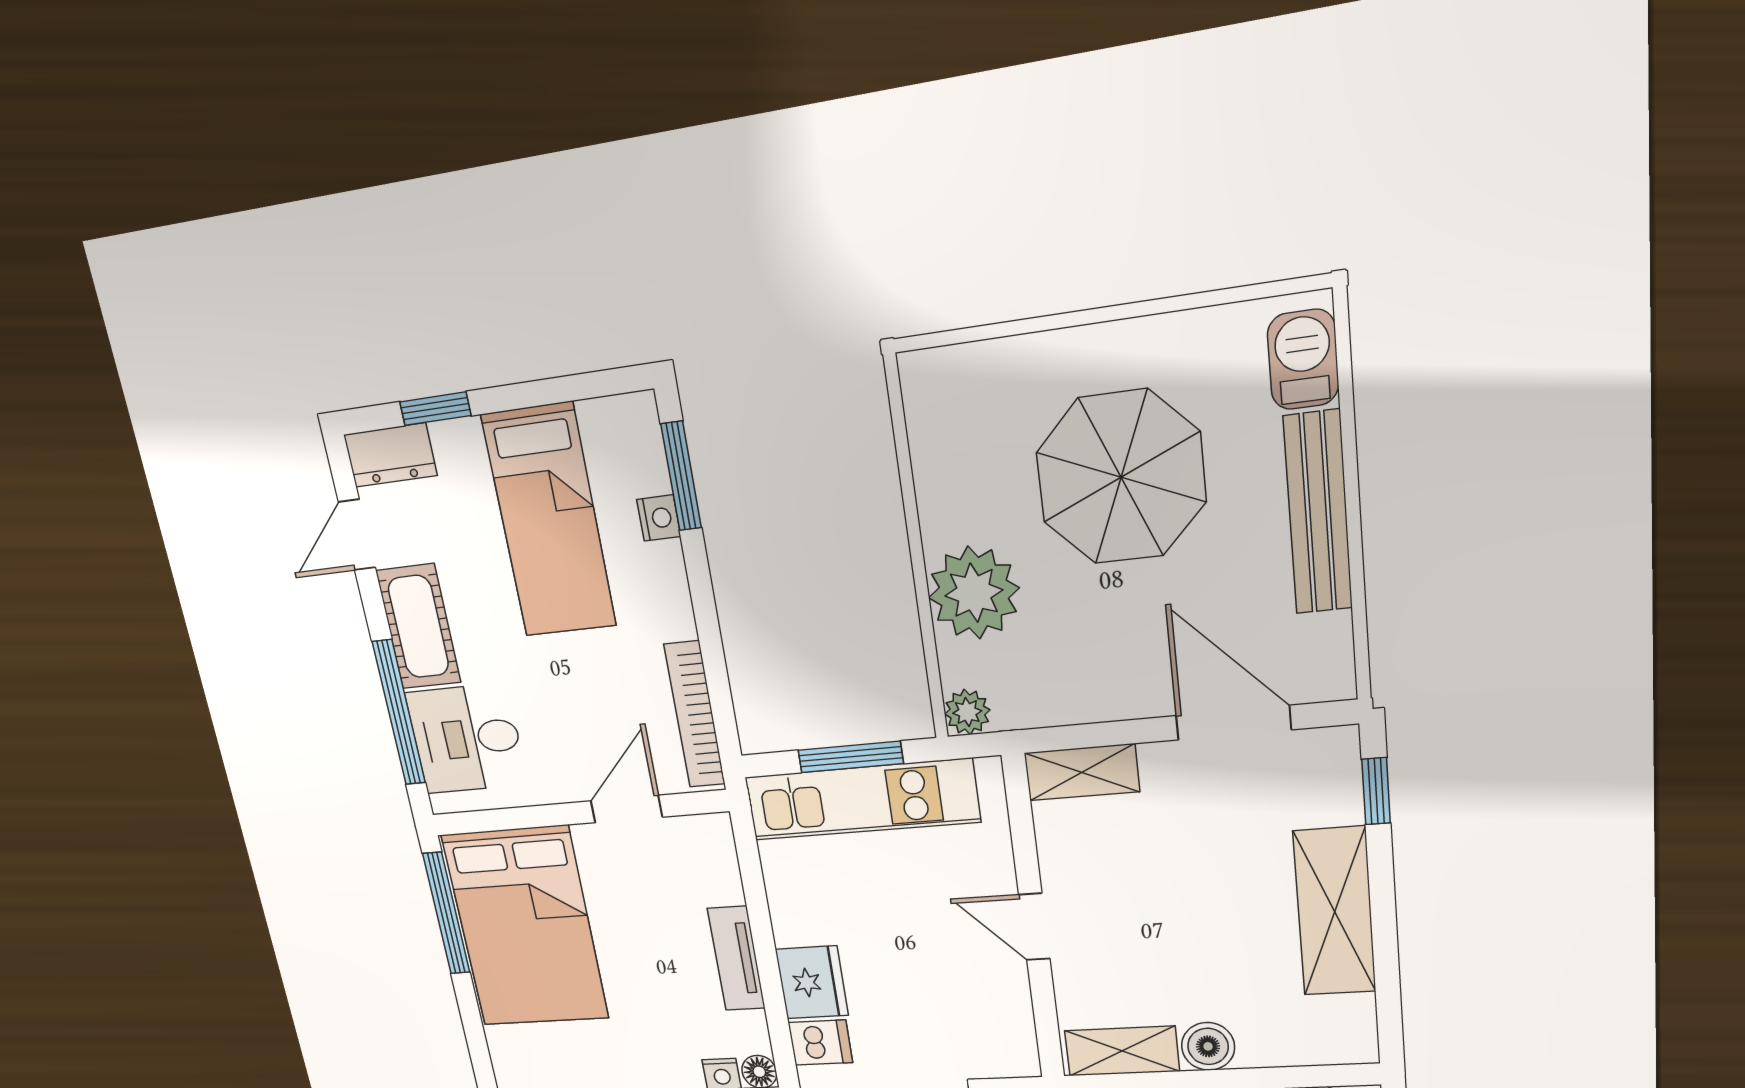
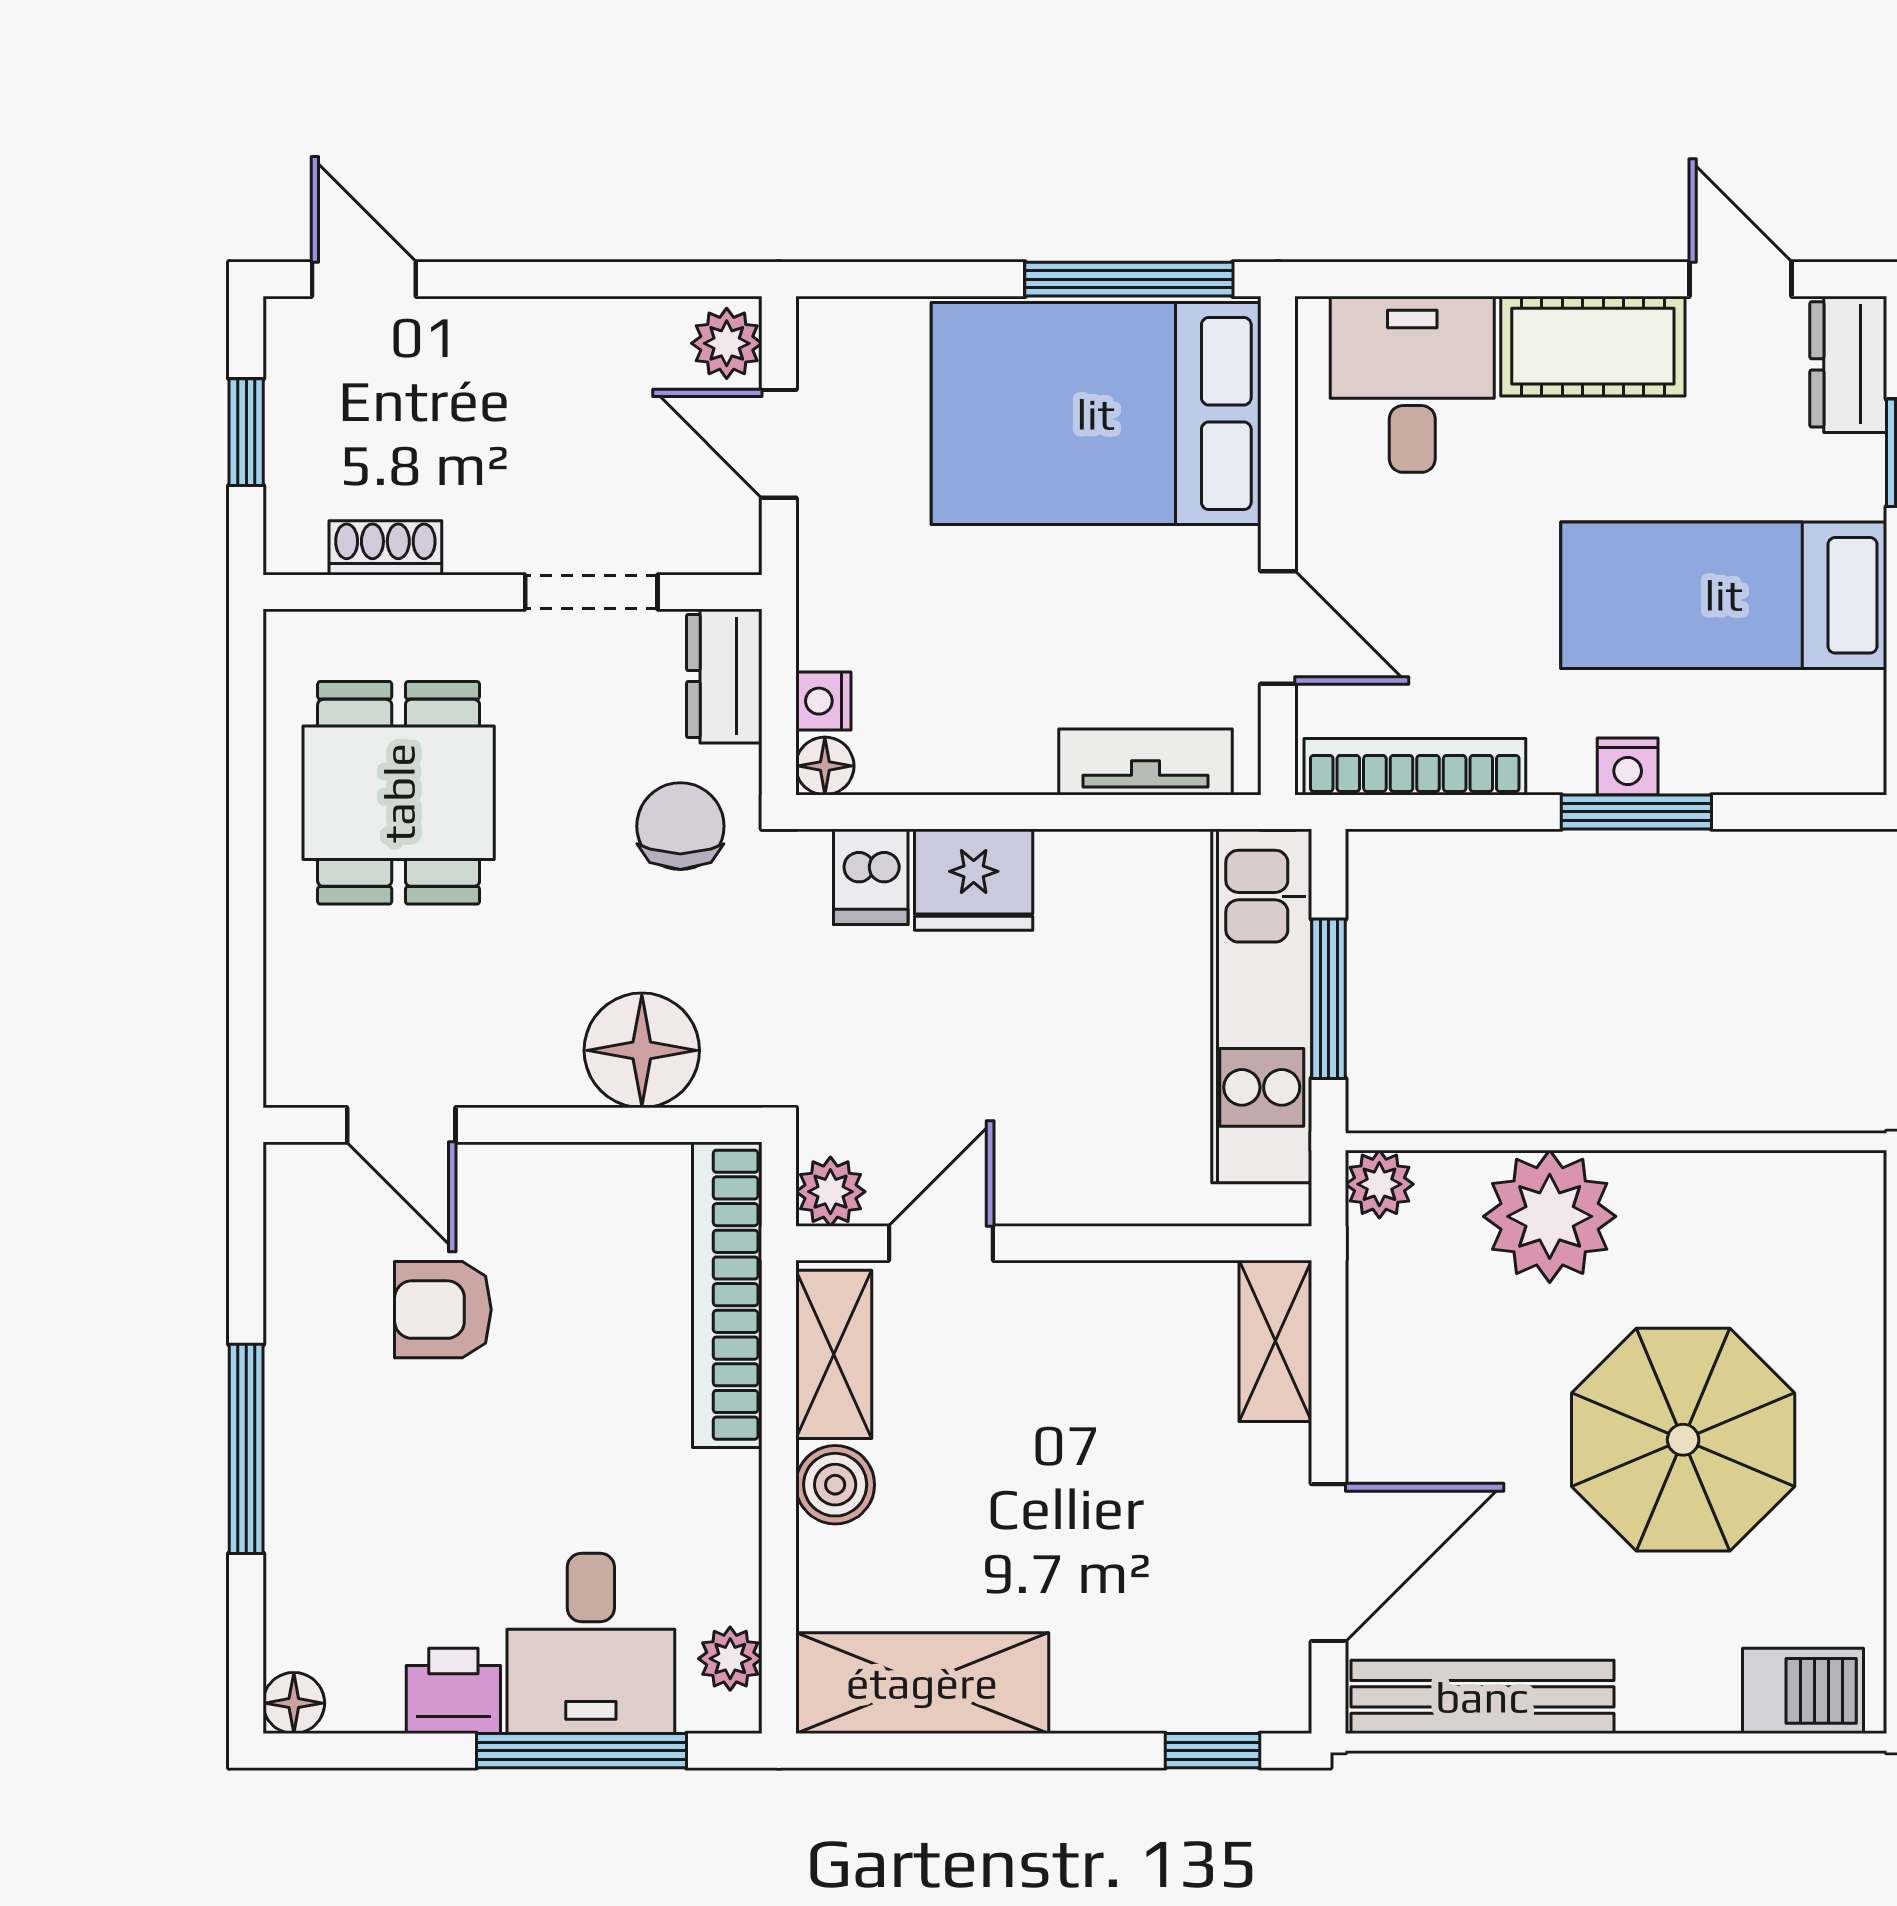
window: (681, 476) -> (1636, 812), moved
bench: (1318, 513) -> (1482, 1697), moved
nightstand: (659, 518) -> (1628, 766), moved
window: (399, 713) -> (1464, 279), removed
shelving: (1335, 912) -> (922, 1683), moved
door: (1034, 927) -> (941, 1243), moved
tv unit: (736, 959) -> (1146, 762), moved
plant: (1018, 1057) -> (830, 1192), added

